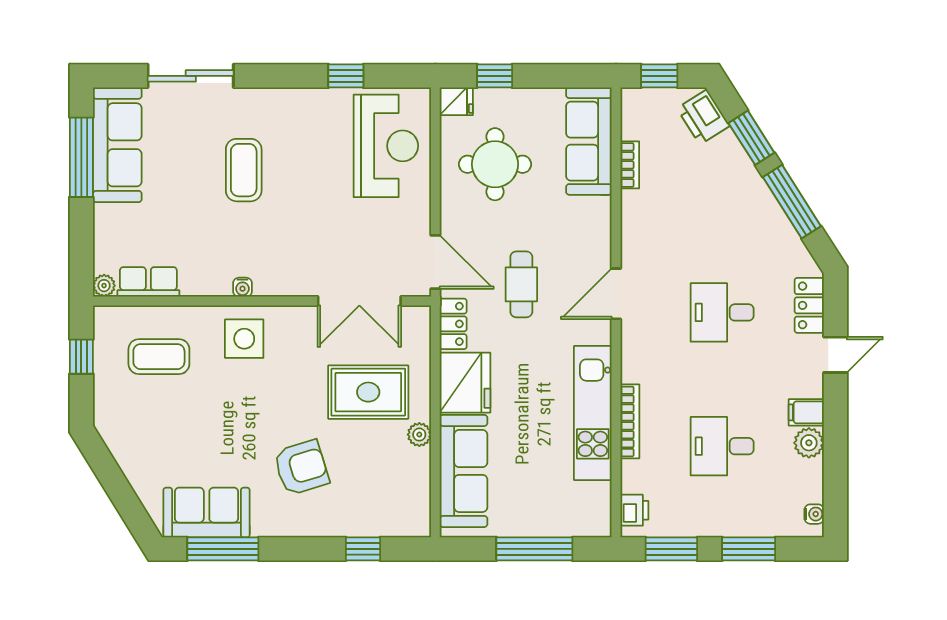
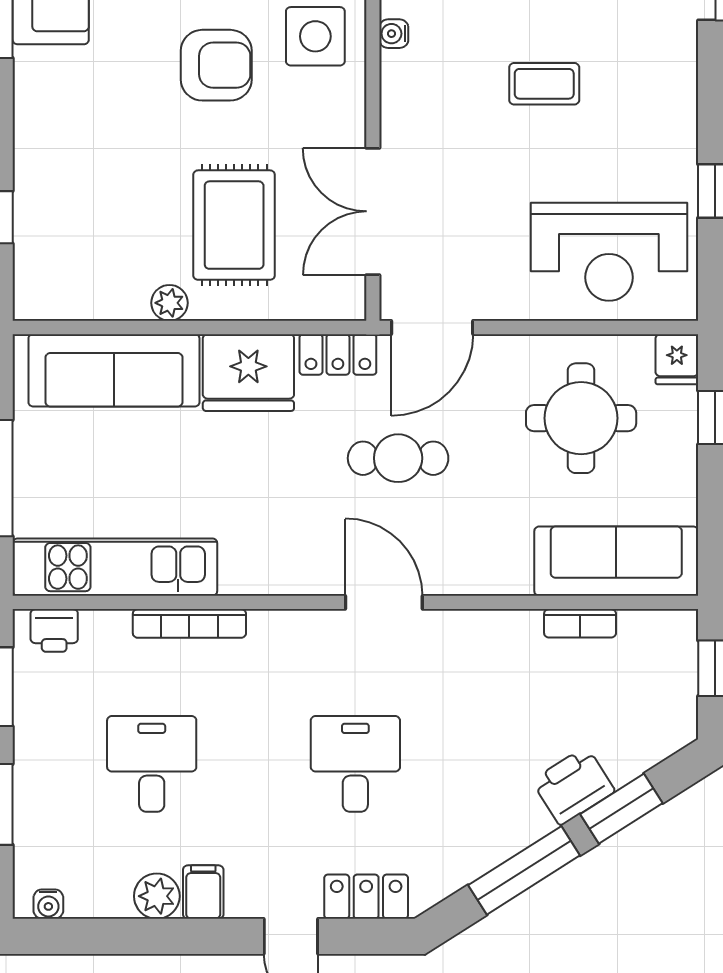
printer: (703, 117) -> (573, 786), moved
coffee table: (244, 170) -> (544, 84), moved, width x0.73, depth x0.77
kitchen unit: (593, 413) -> (115, 567), moved
armchair: (301, 468) -> (216, 65), moved, turned -73

